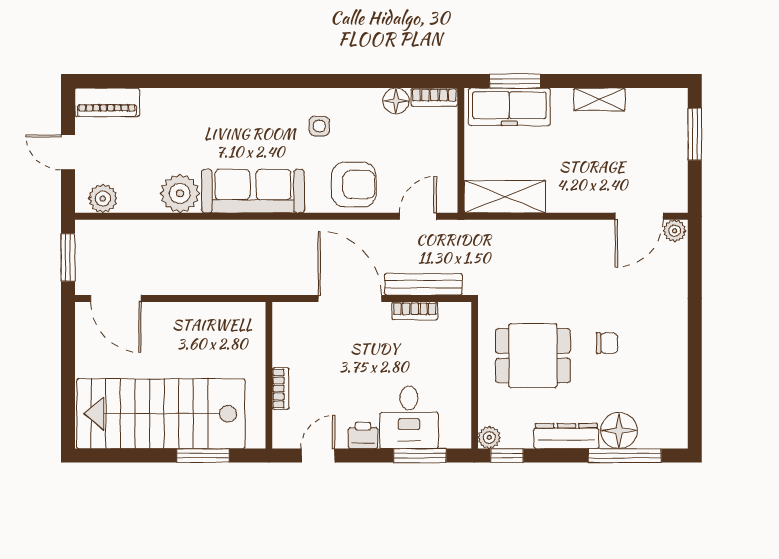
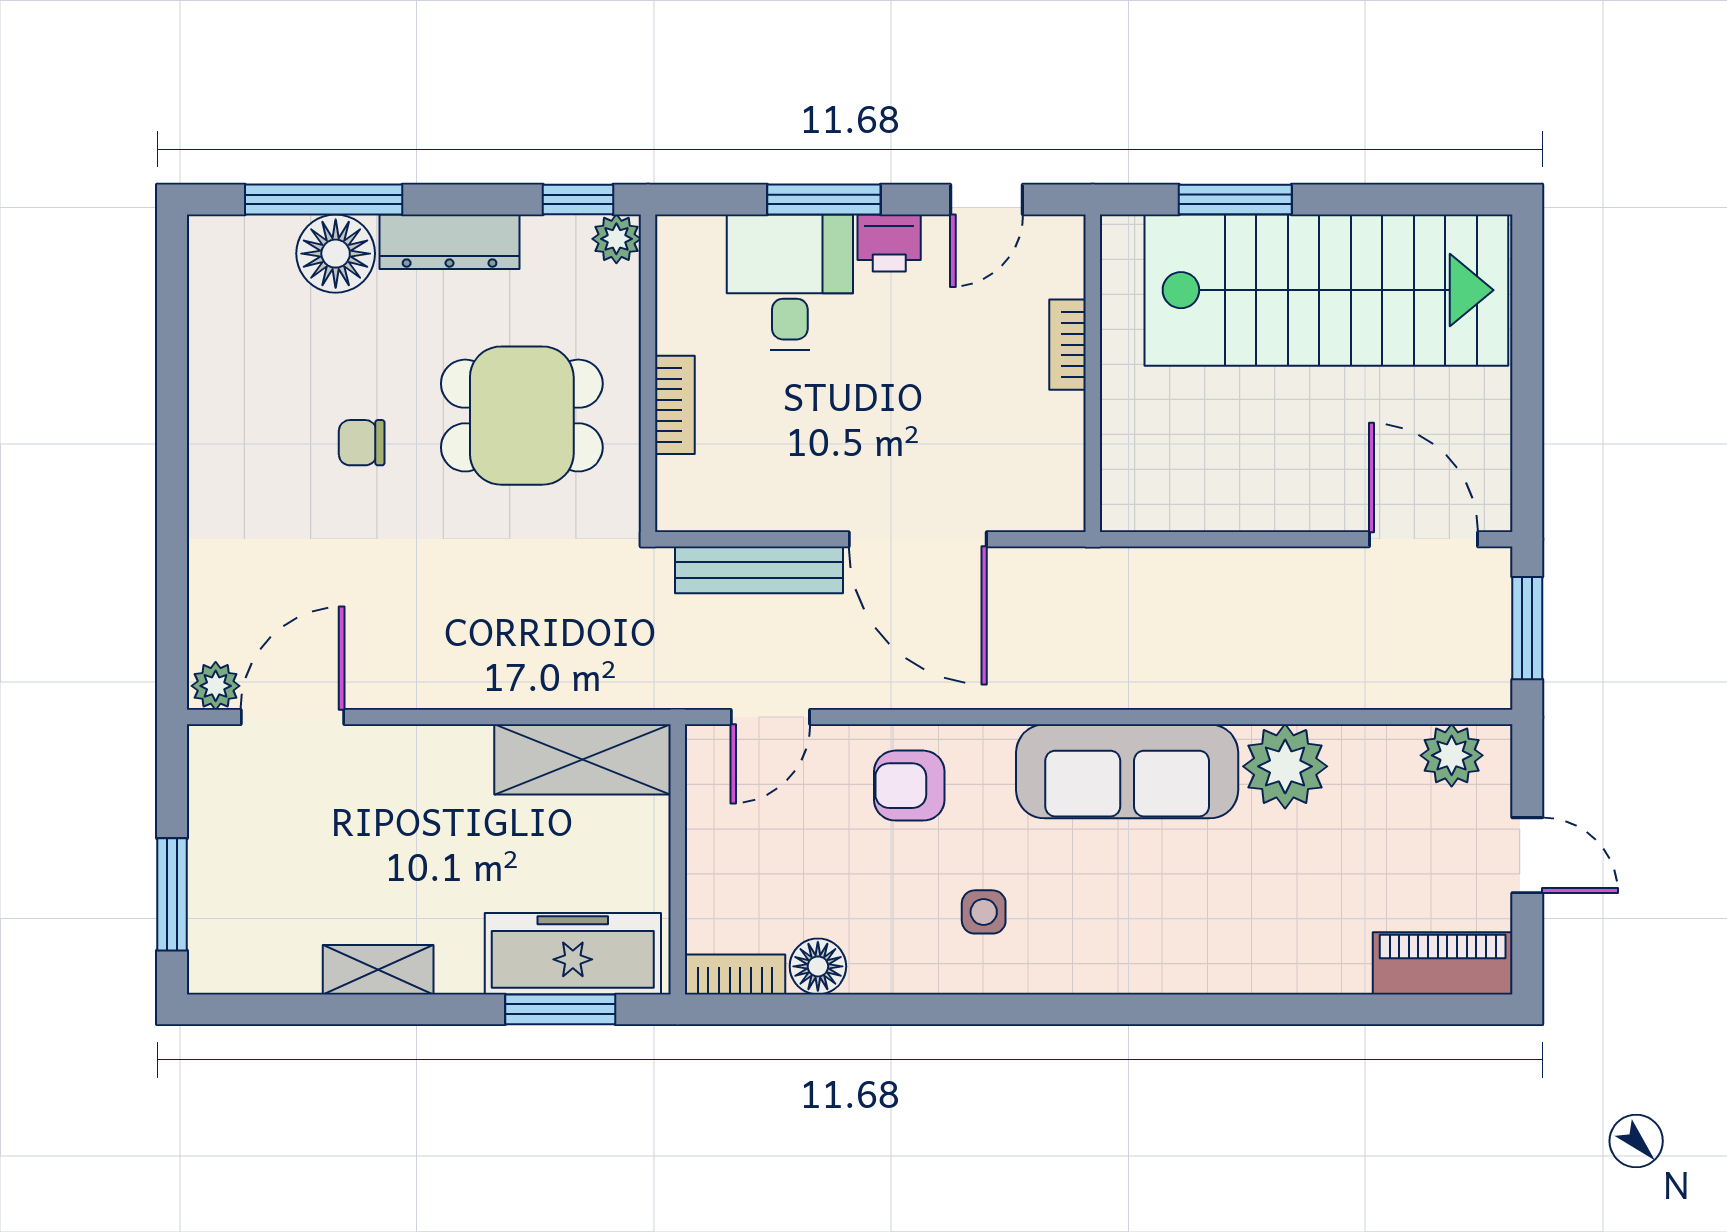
armchair: (354, 185) -> (909, 786), width x0.72, depth x0.72
bookcase: (415, 311) -> (675, 405), moved, turned 90
window: (420, 456) -> (824, 200), moved

